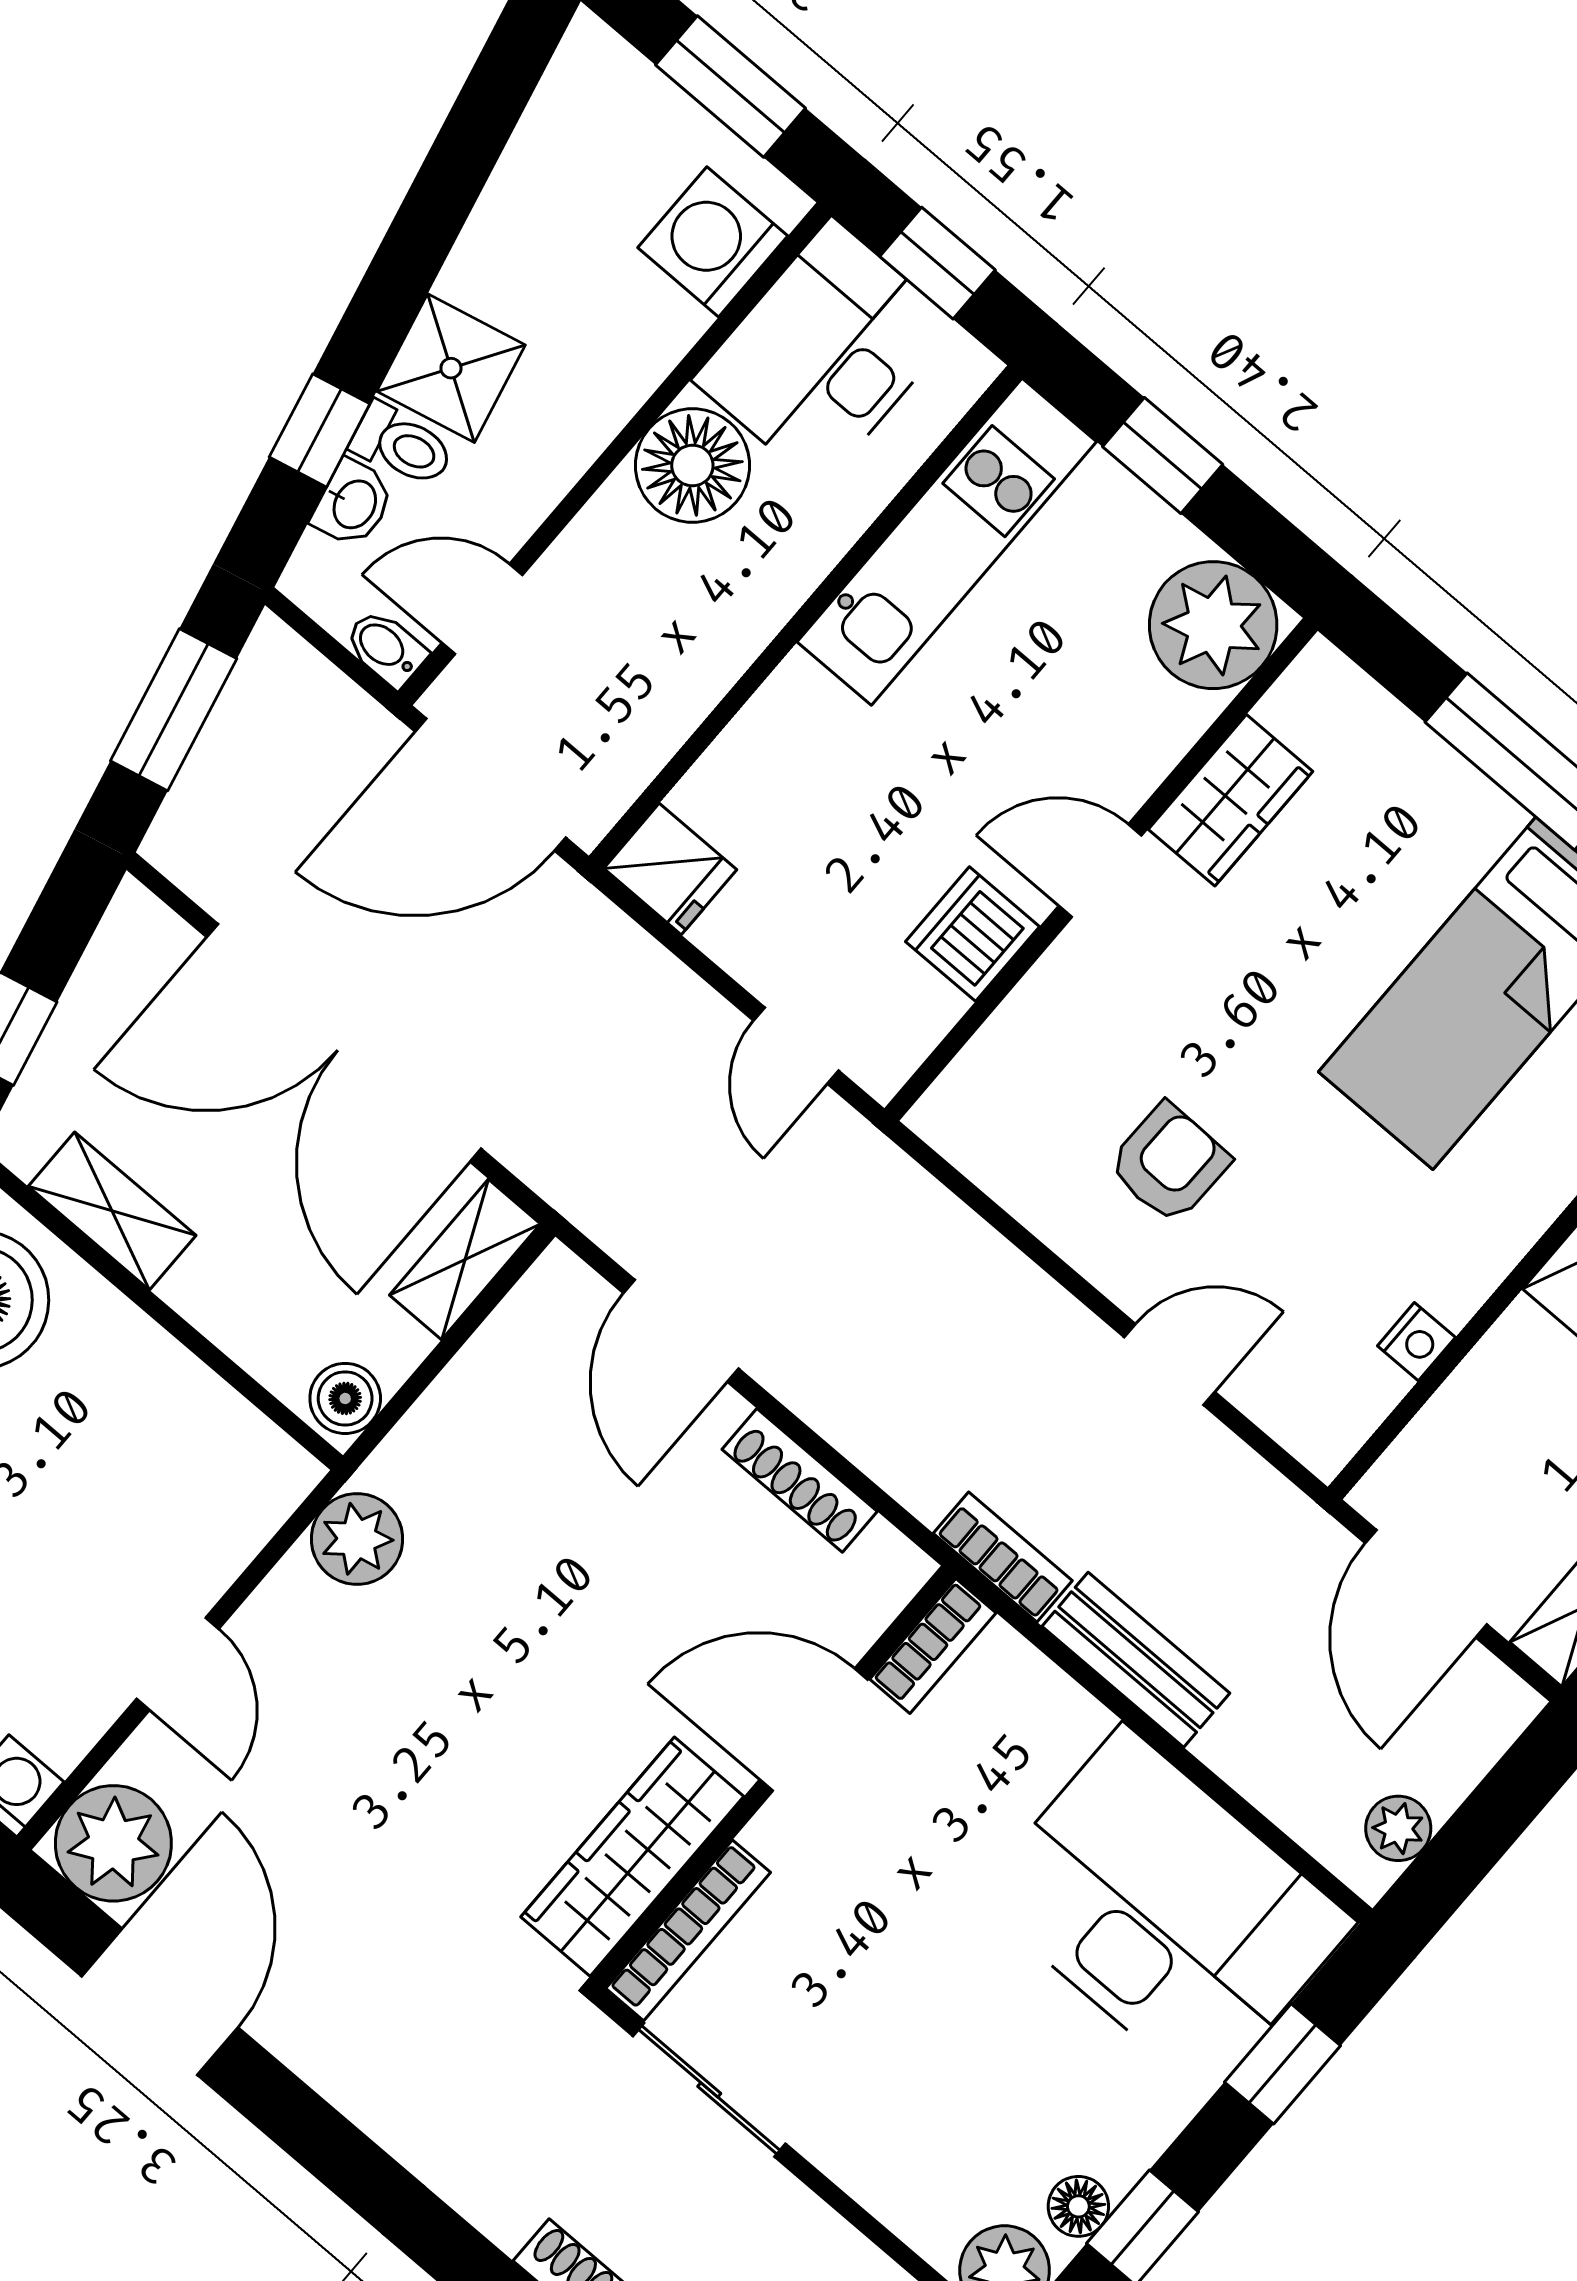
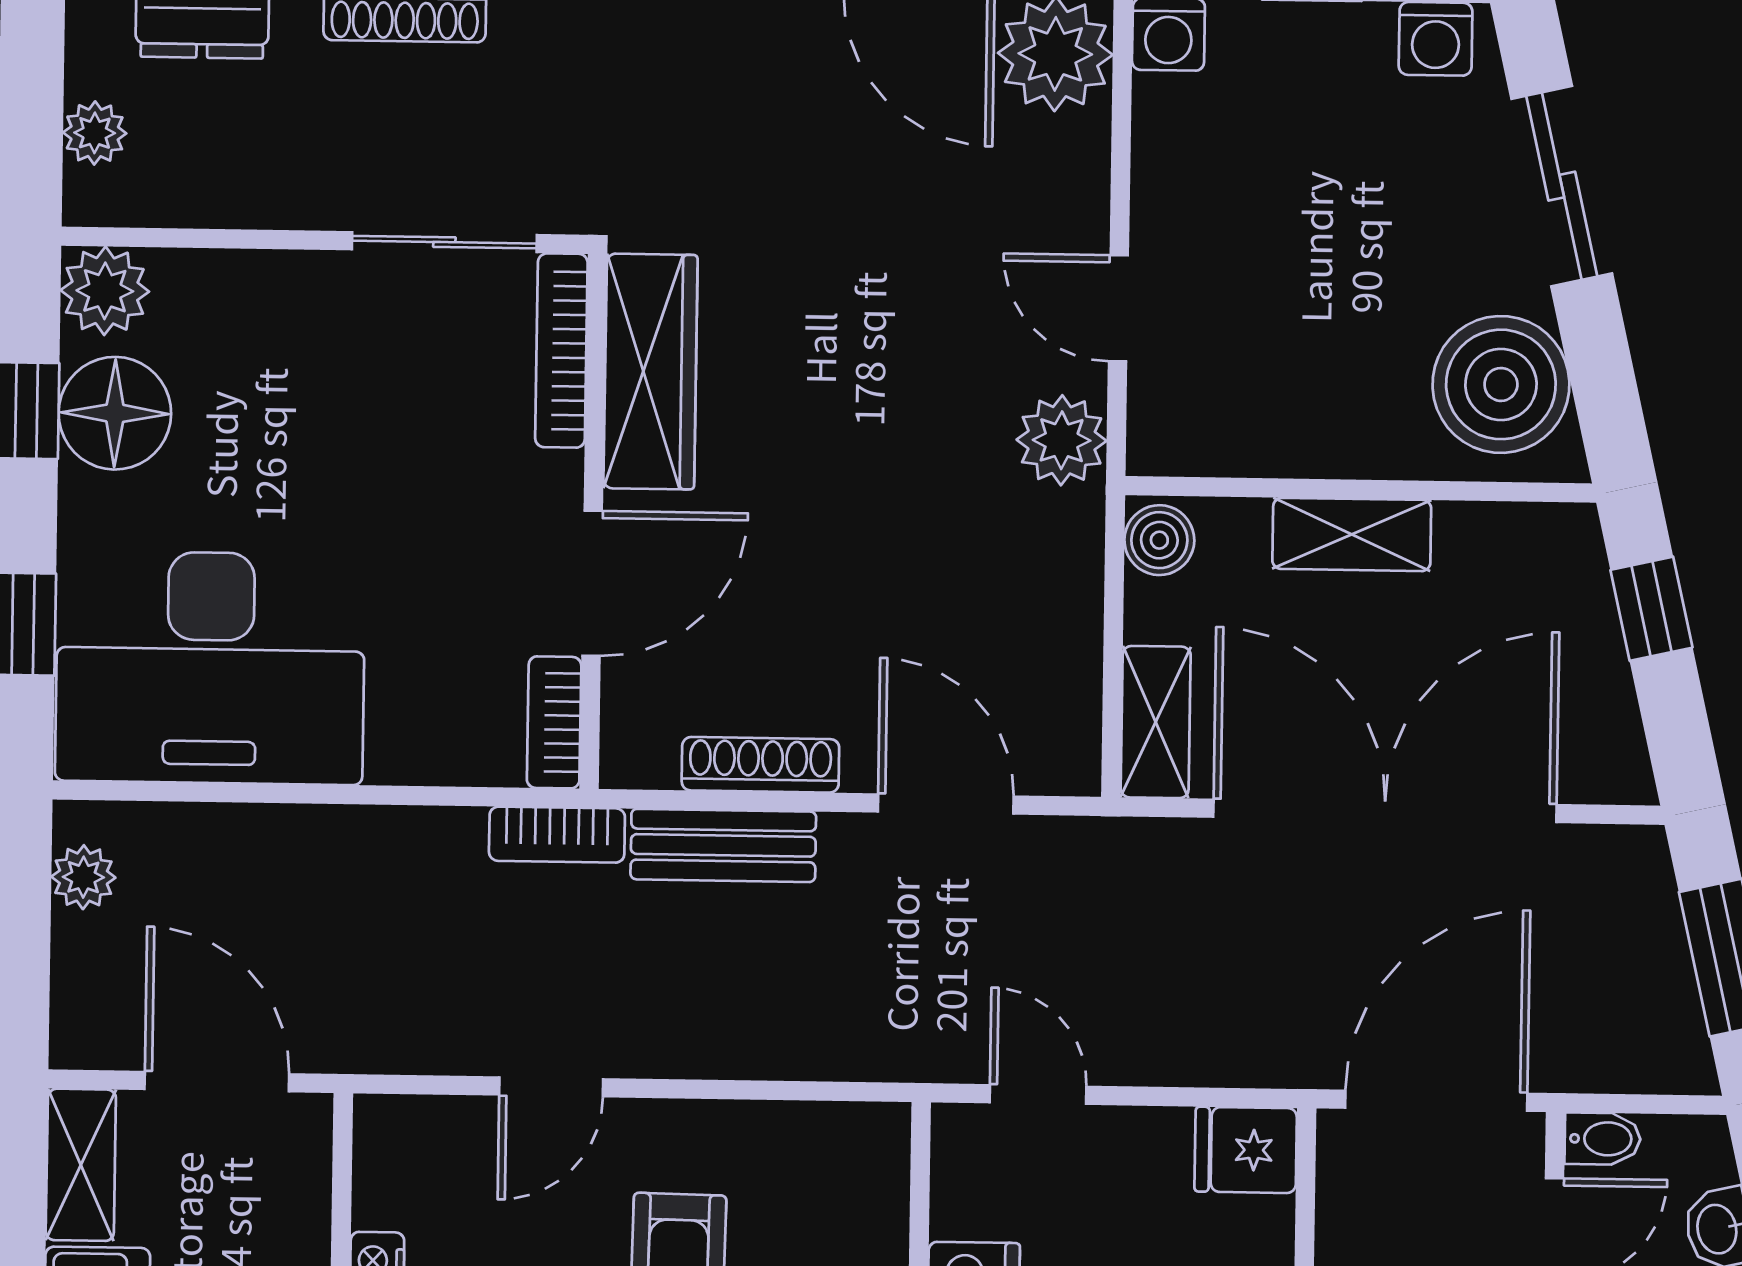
shelving: (112, 1211) -> (1352, 534), moved
bench: (1136, 1660) -> (723, 845), moved
door: (178, 1664) -> (1118, 308), moved
floor lamp: (1078, 2206) -> (115, 413), width x1.89, depth x1.89

